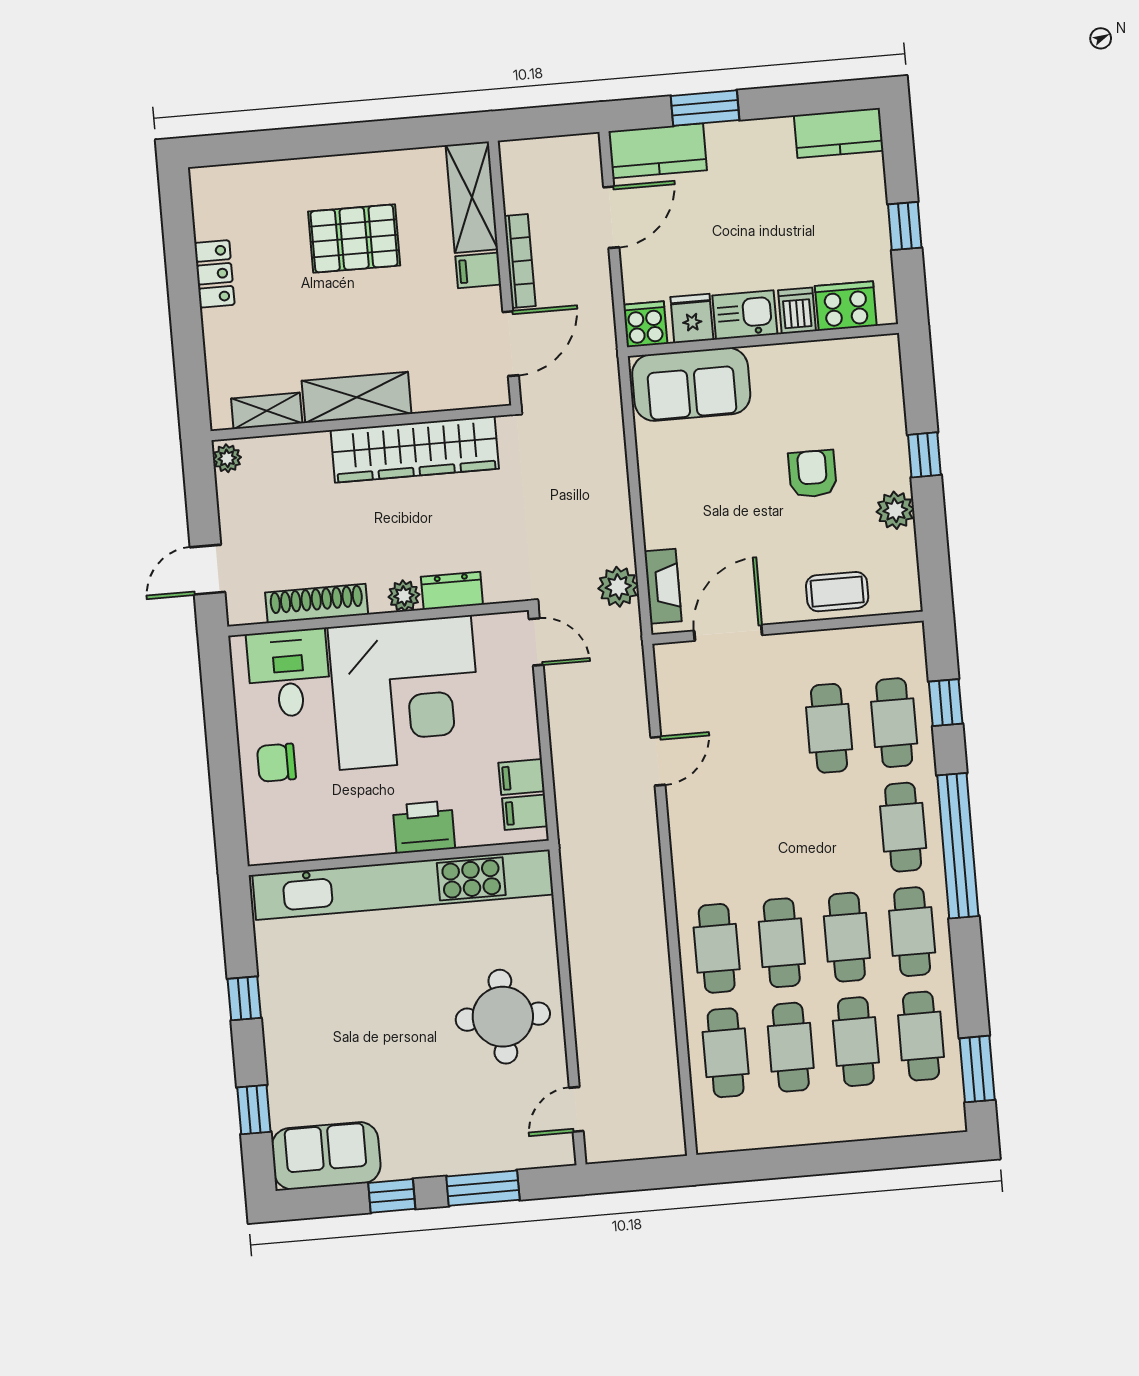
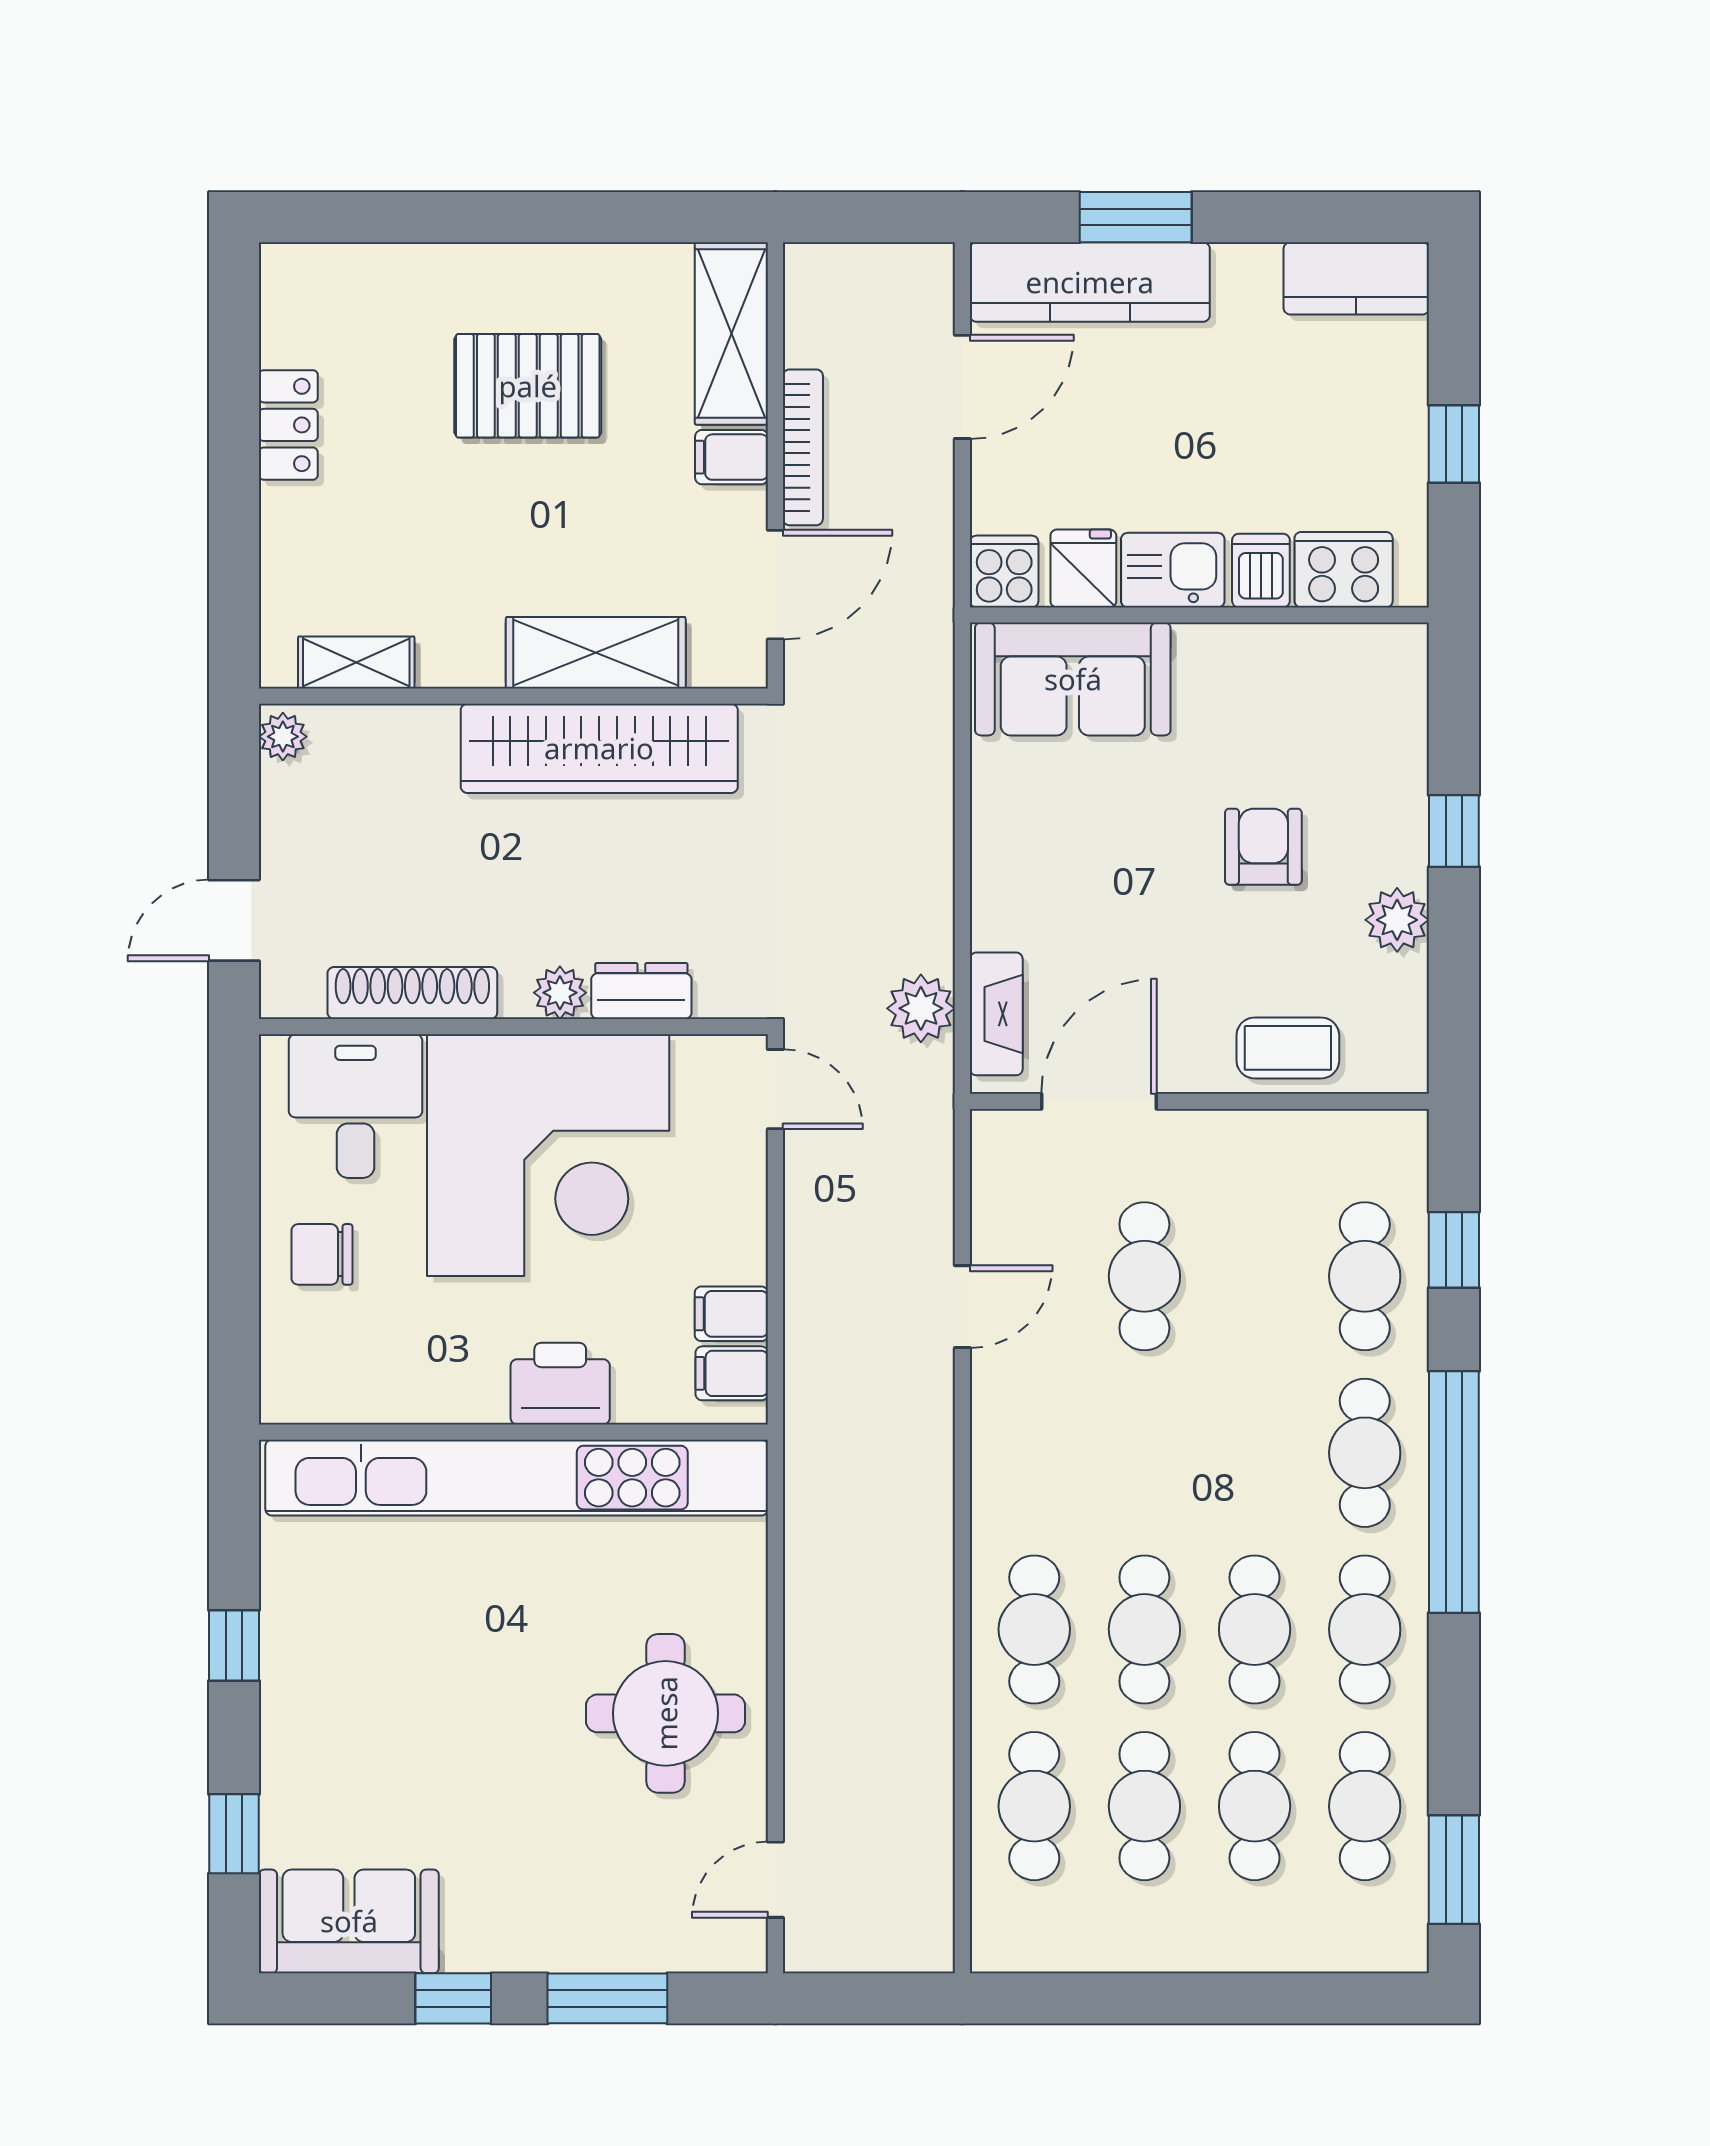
kitchen counter: (658, 151) -> (1090, 282), width x1.50
shelving: (357, 397) -> (596, 653), moved
cafe table: (829, 728) -> (1144, 1276), moved

